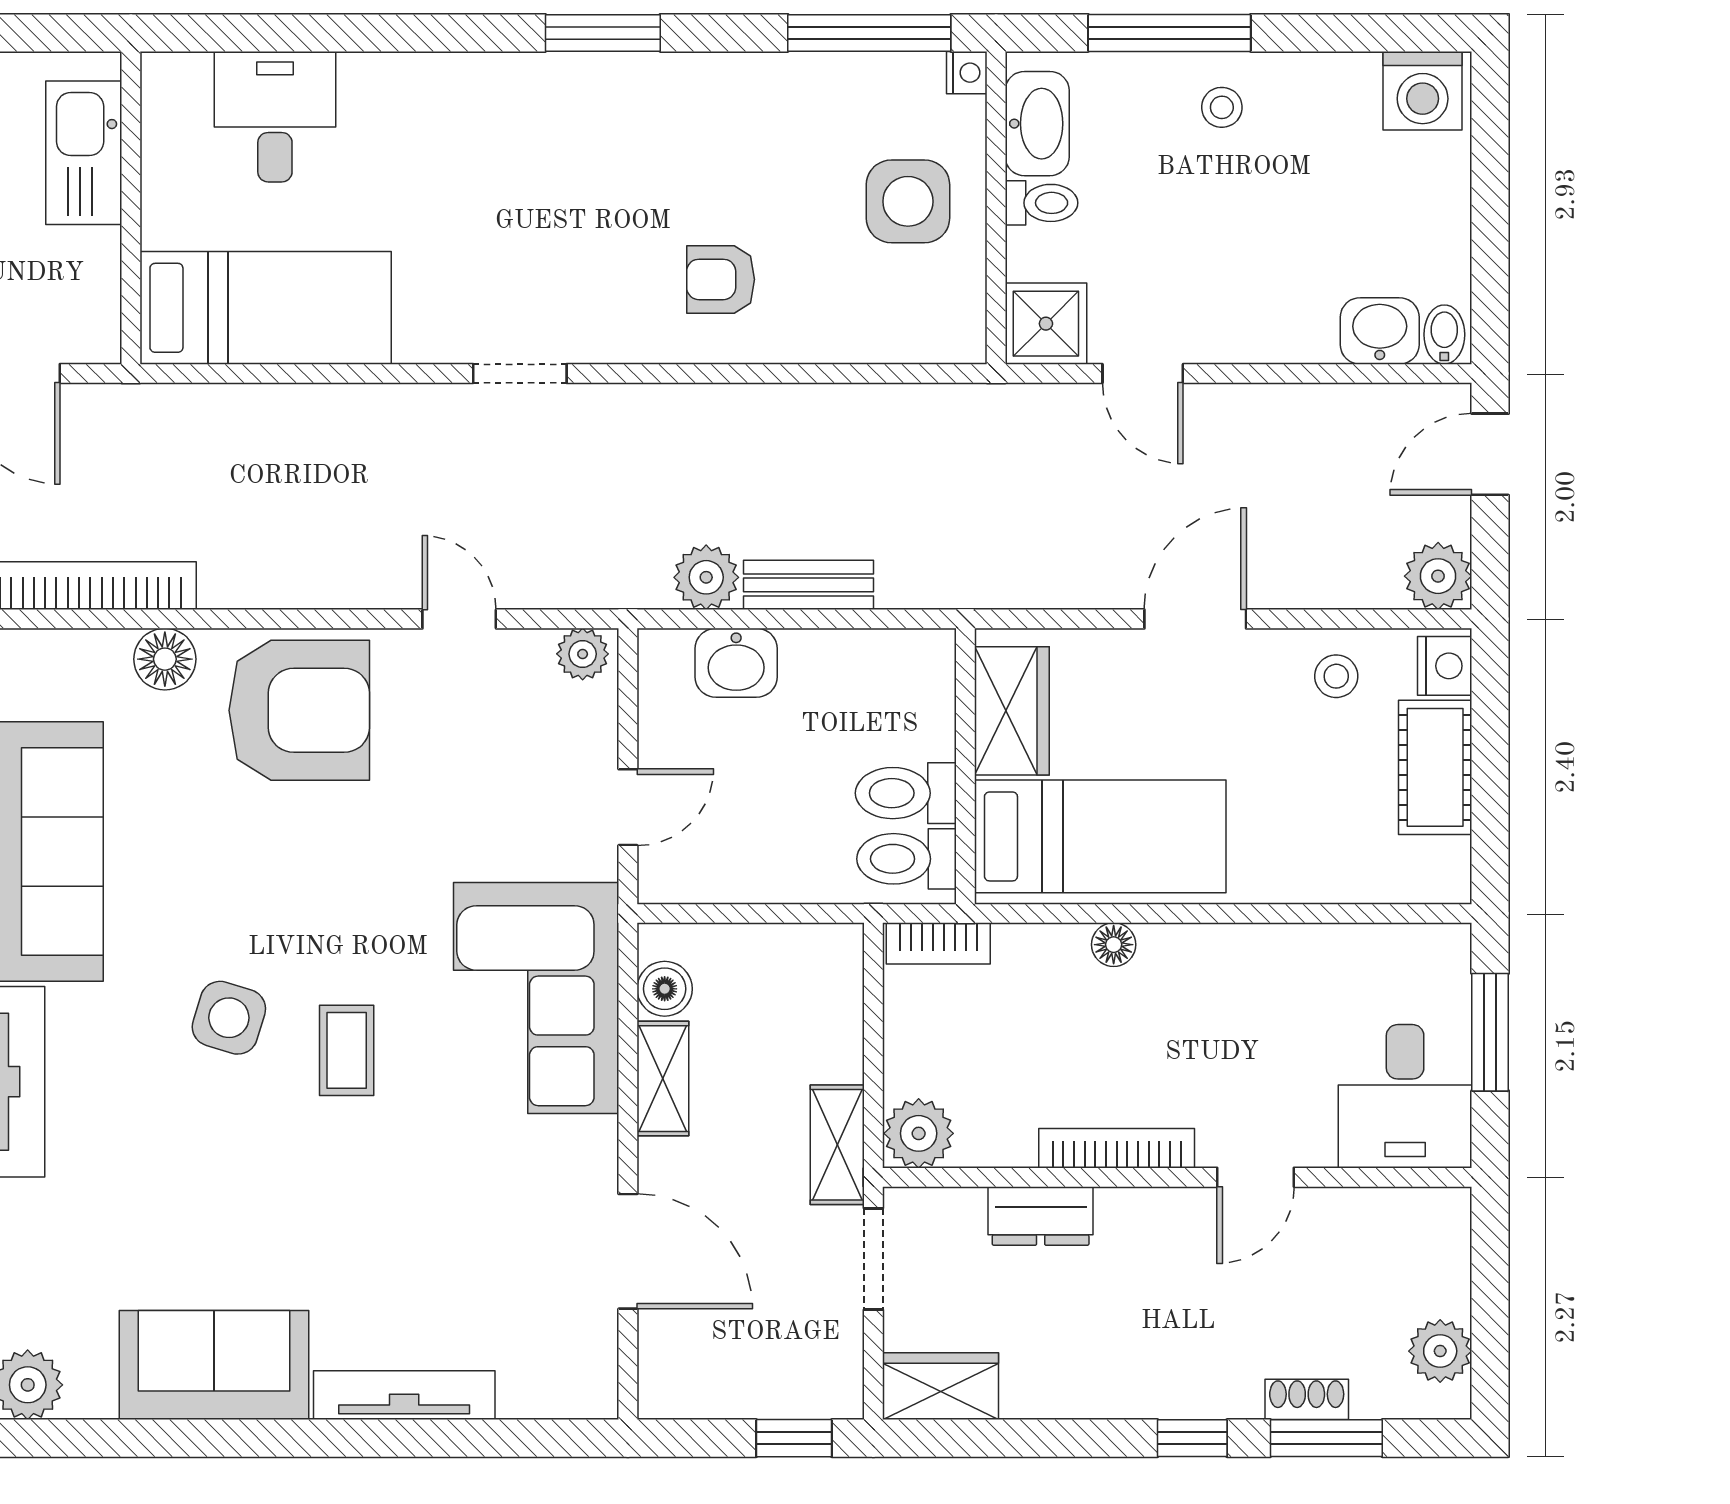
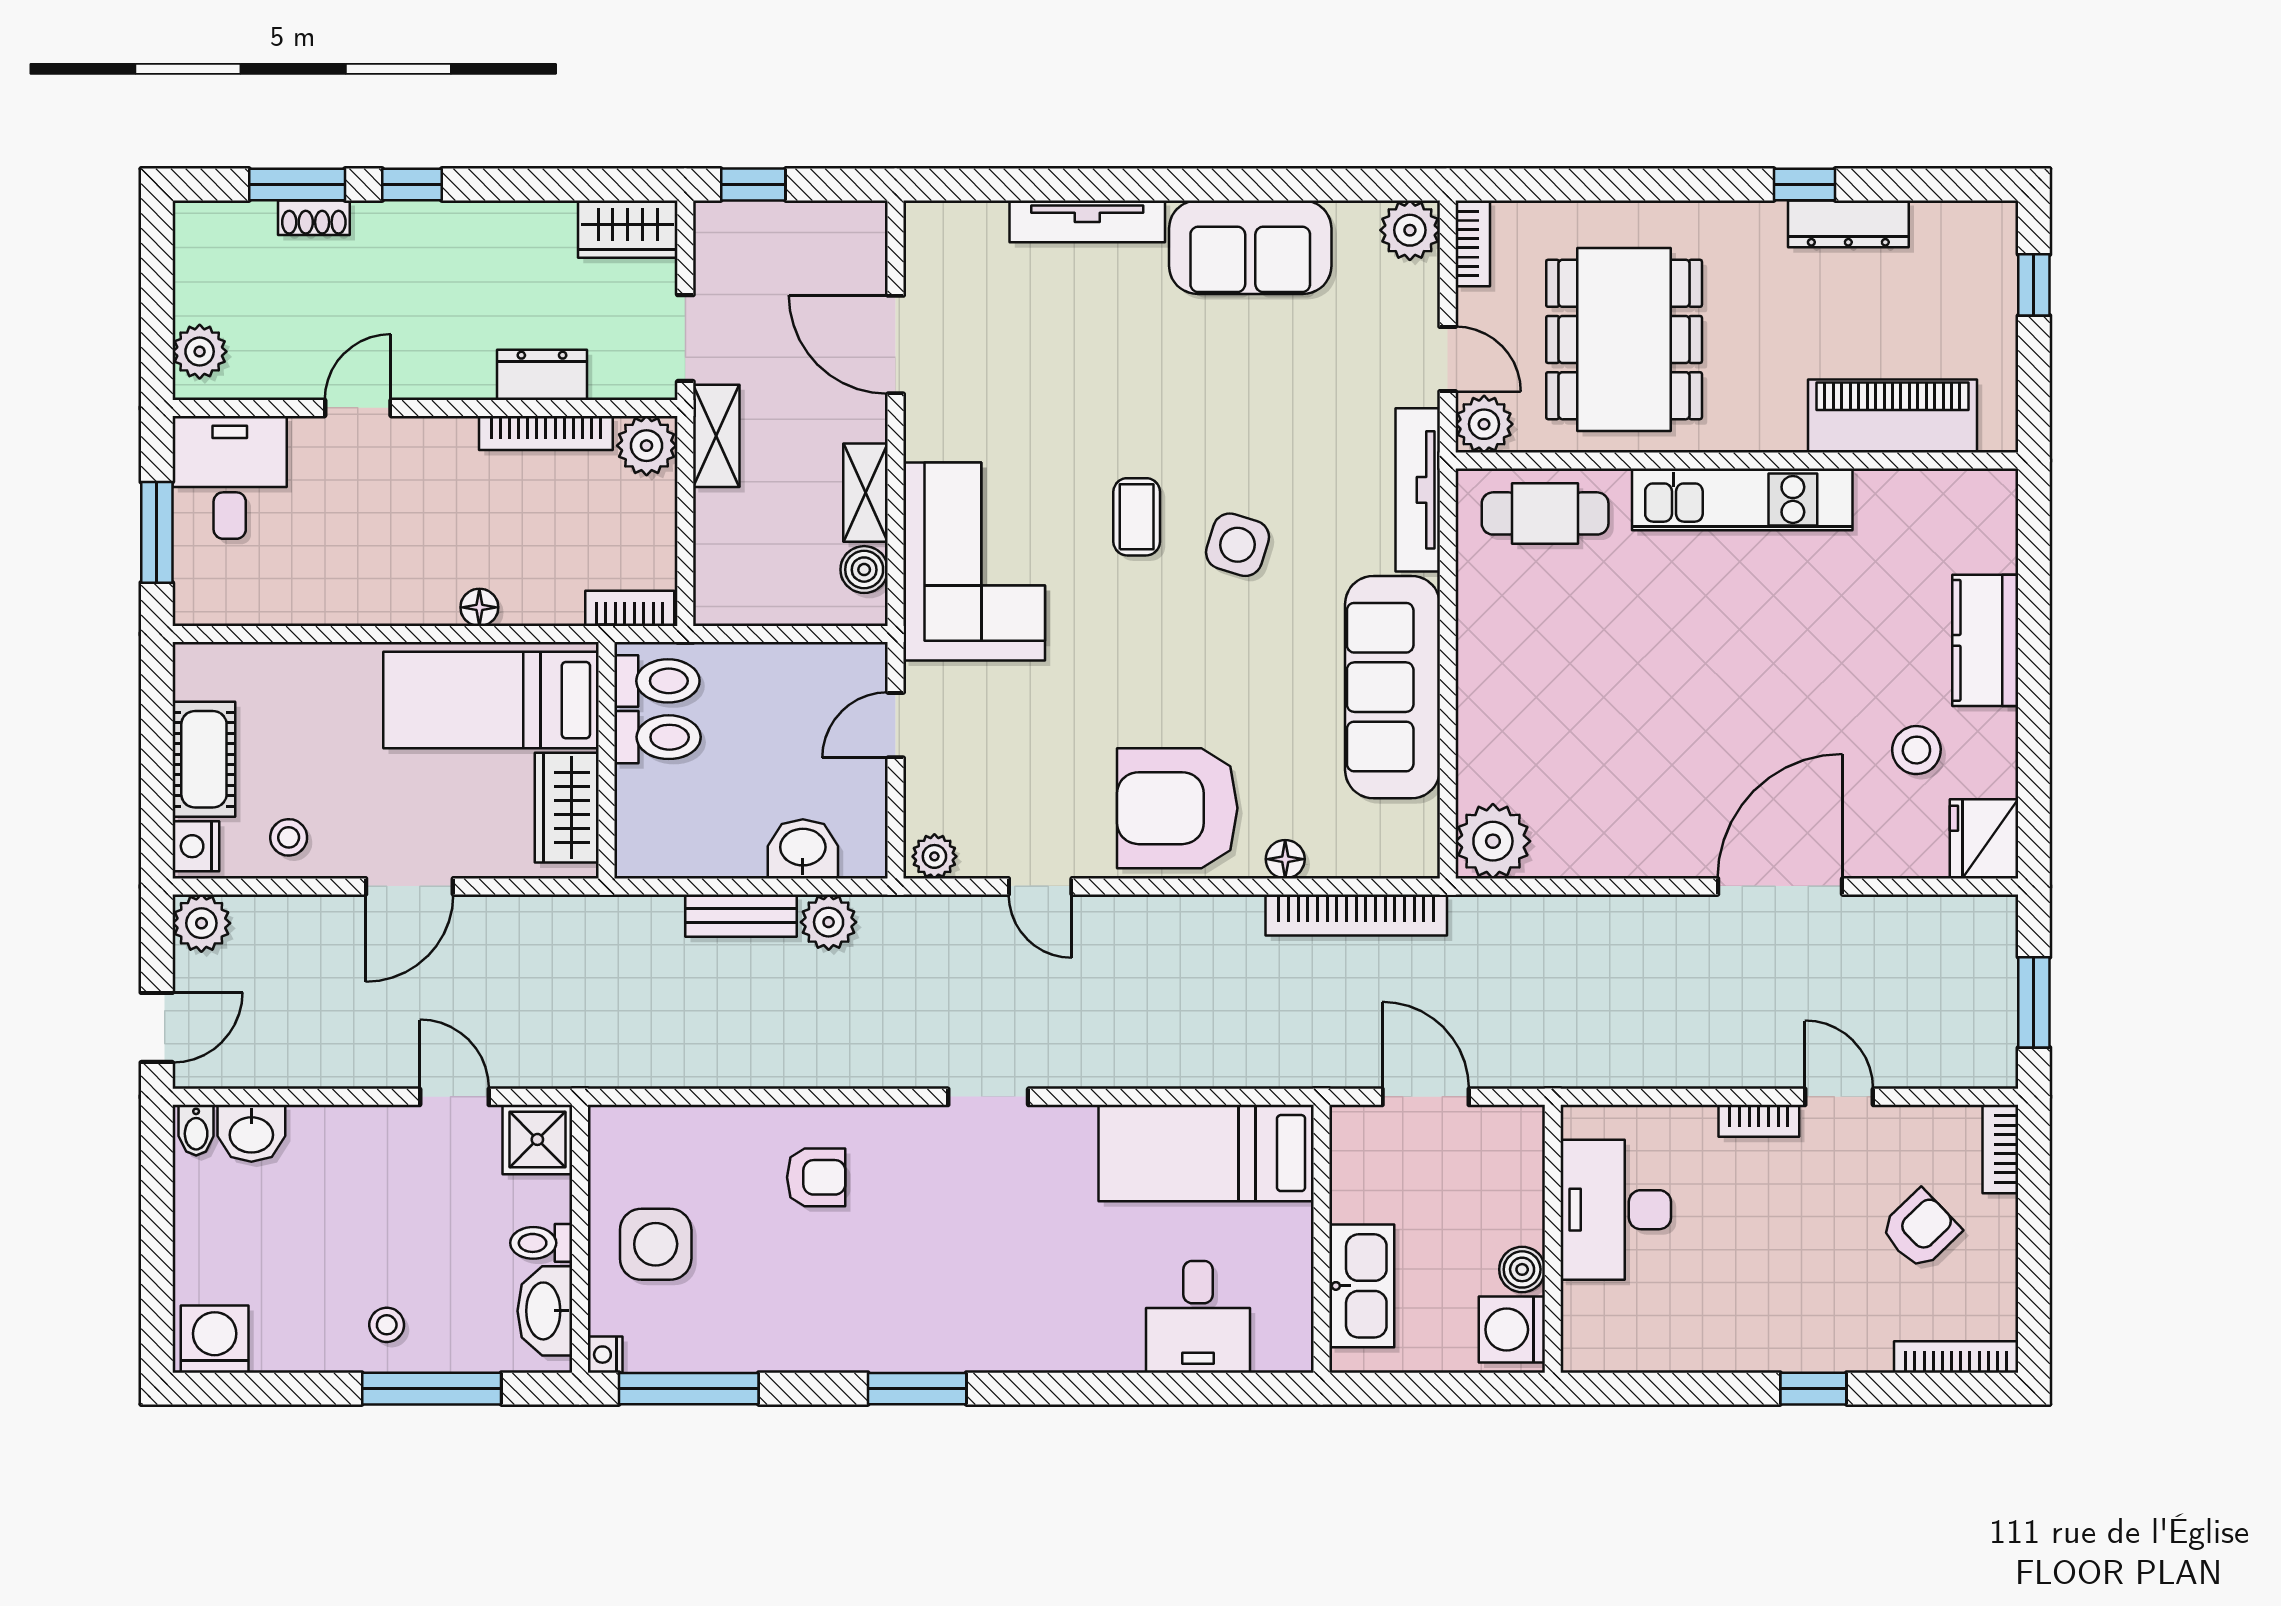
floor lamp: (165, 659) -> (1285, 859), width x0.73, depth x0.73
bookcase: (1117, 1148) -> (546, 433), moved
plant: (1440, 1351) -> (200, 352), moved

